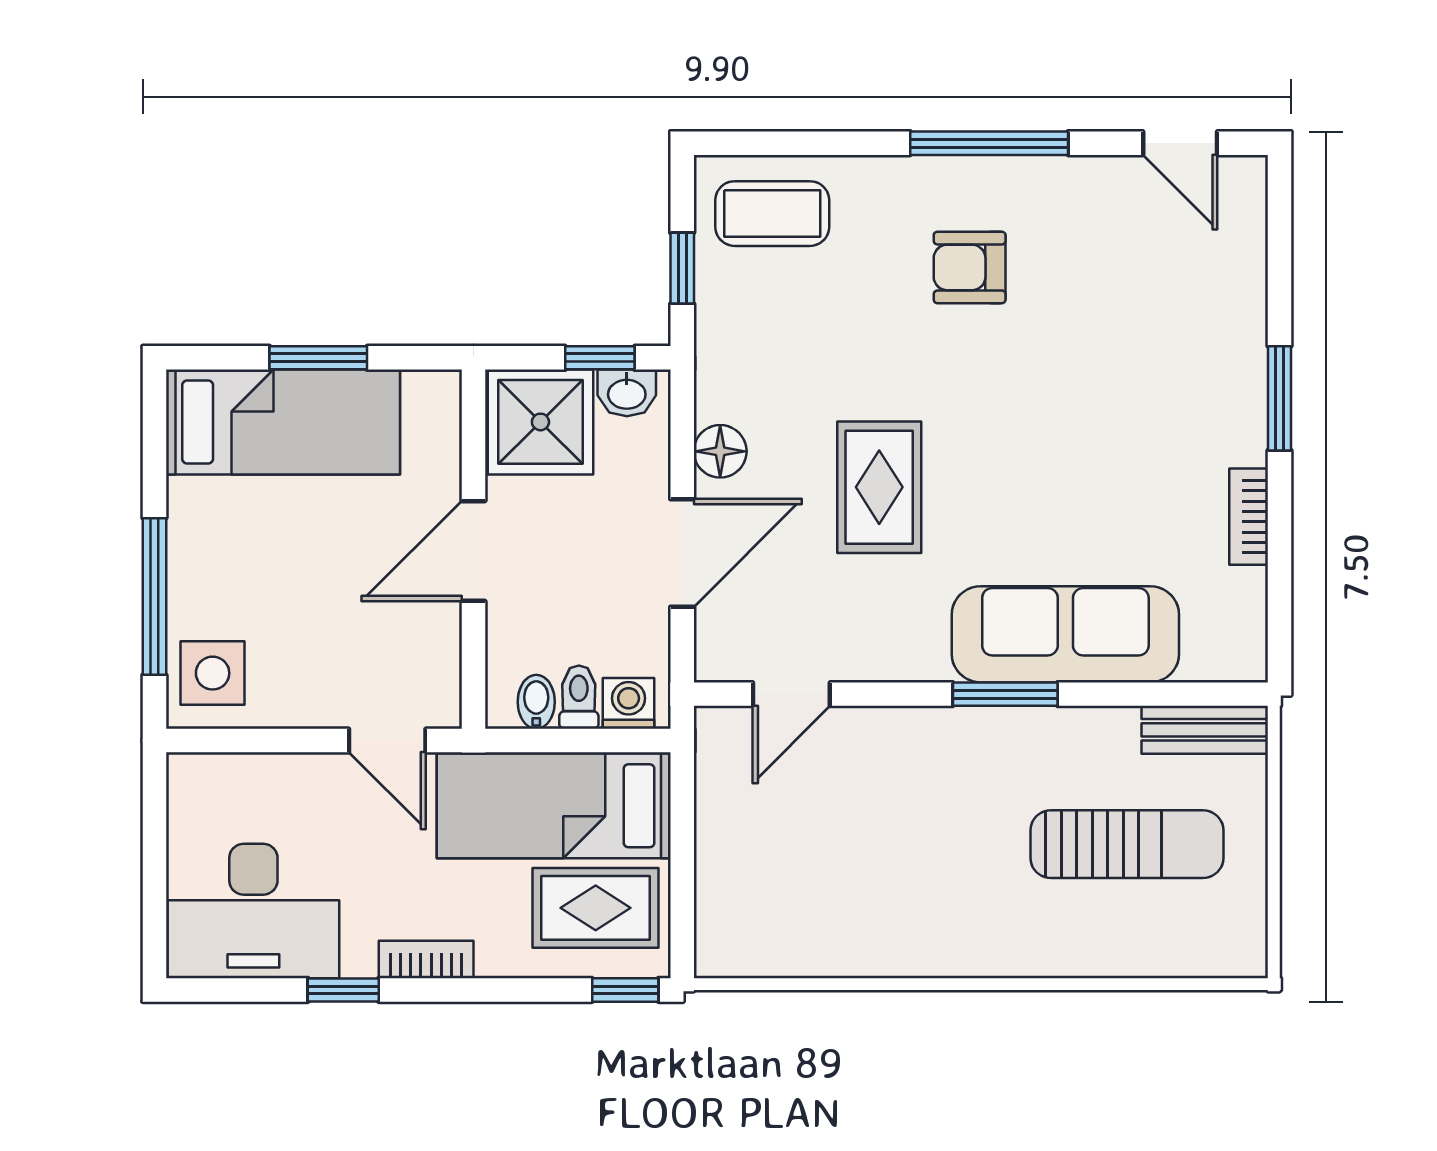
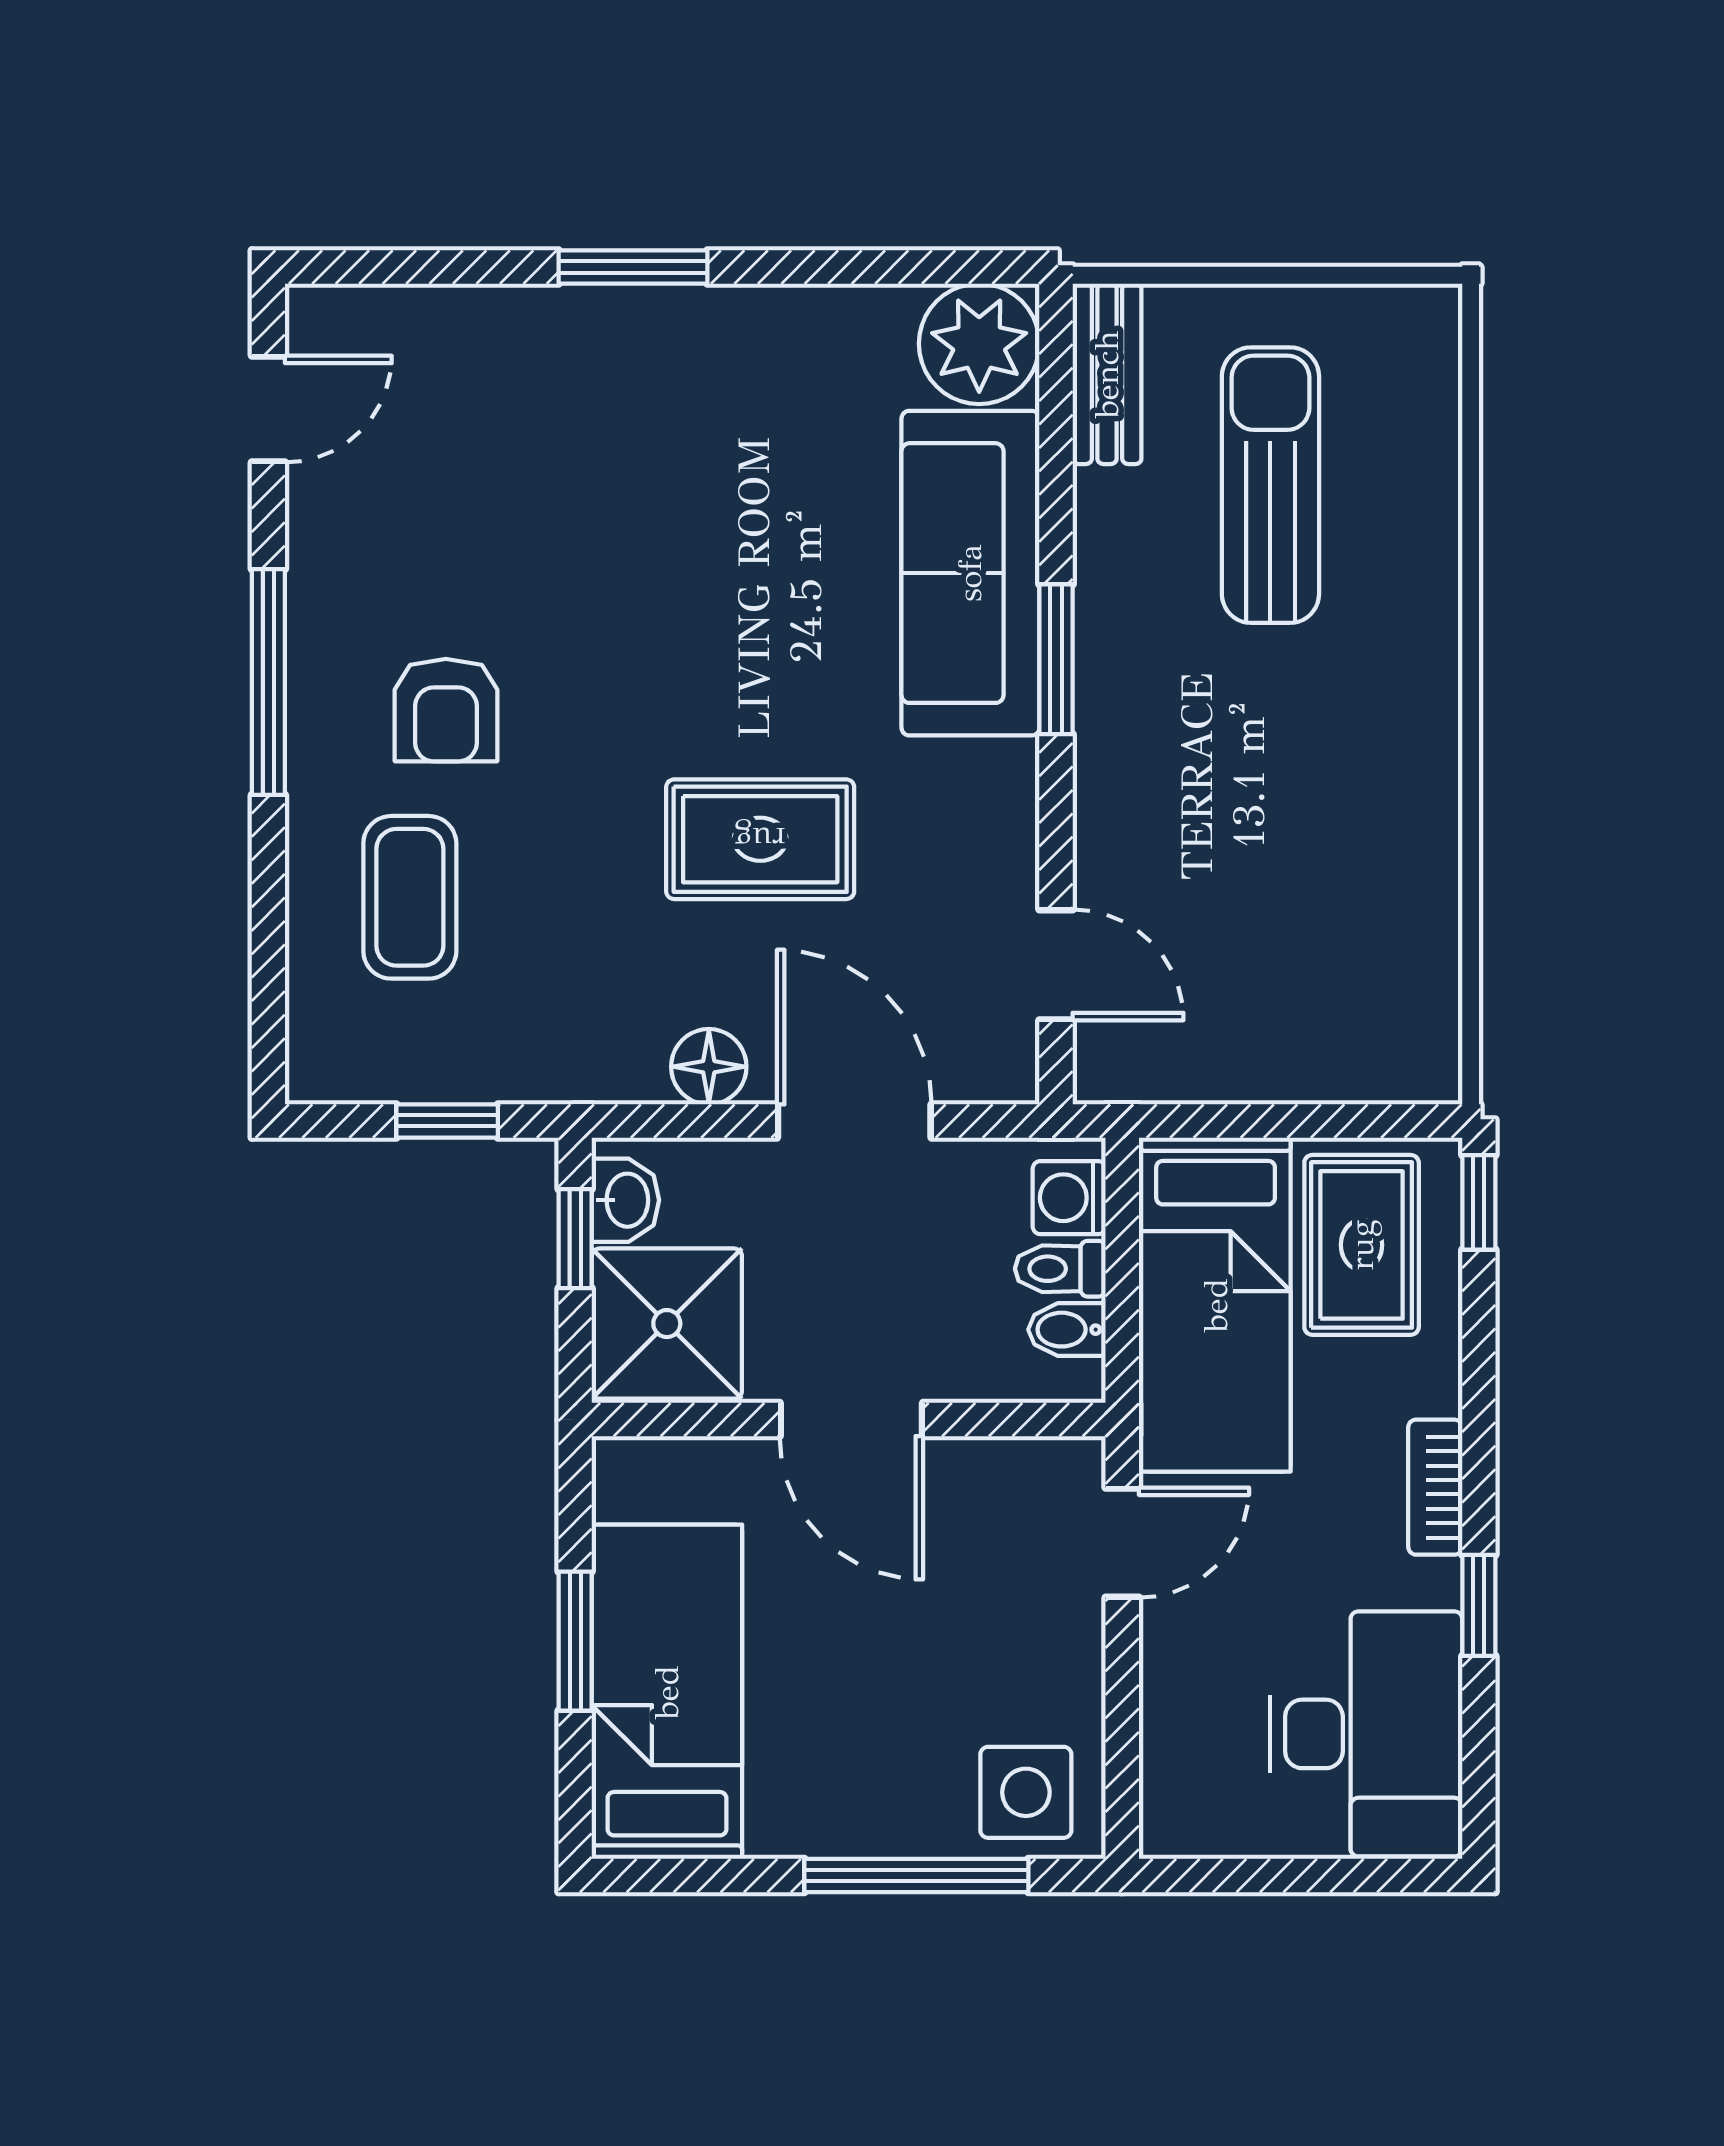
coffee table: (772, 214) -> (410, 897), moved
bookcase: (1249, 517) -> (802, 311), removed
plant: (1226, 640) -> (979, 344), added

